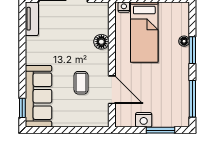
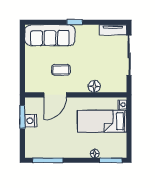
window: (192, 50) -> (111, 160), moved
window: (22, 108) -> (75, 22), moved
window: (160, 130) -> (22, 117), moved

